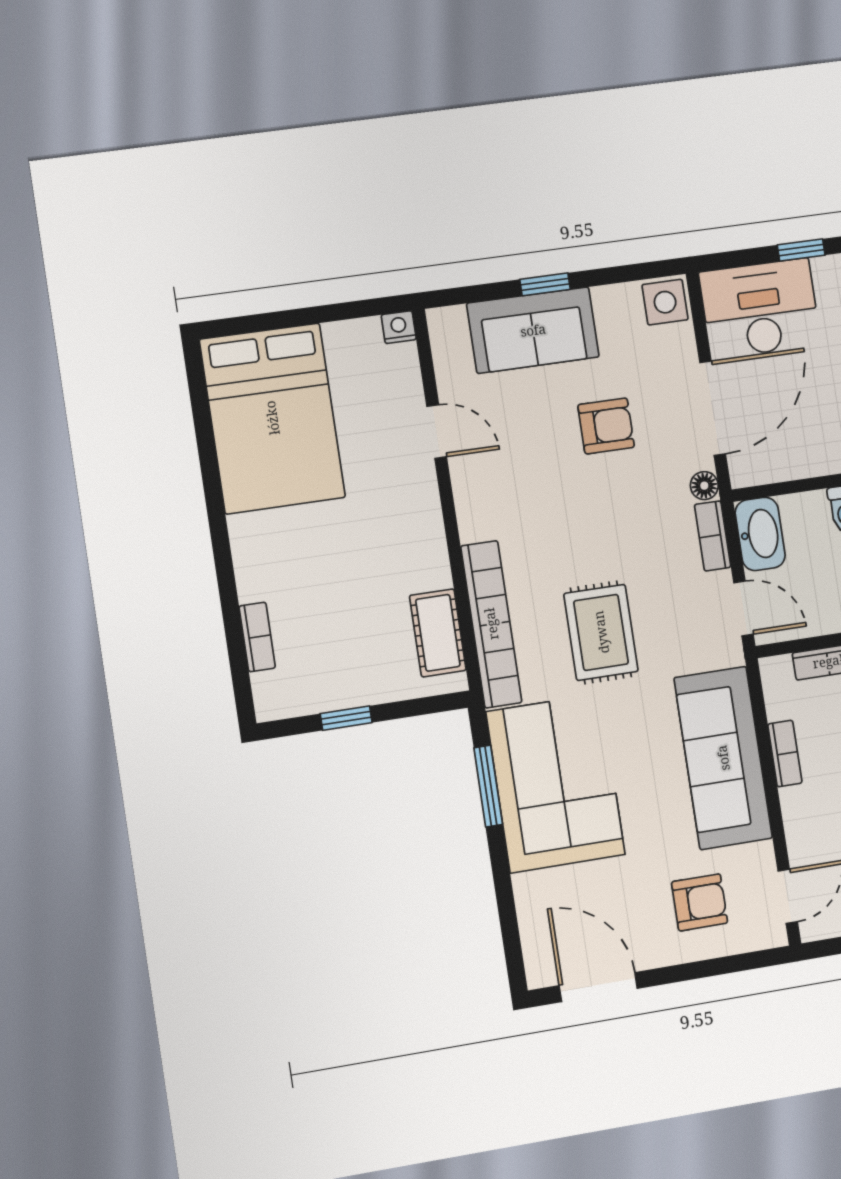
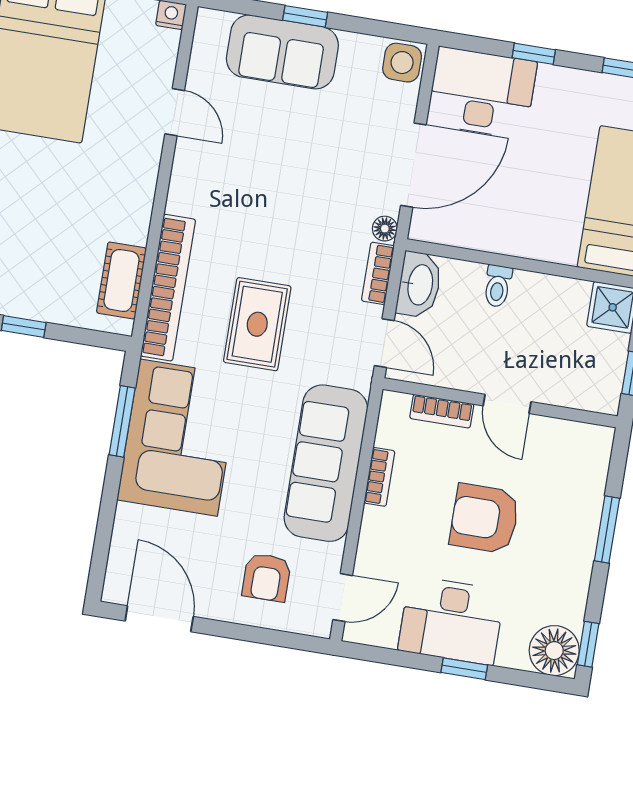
armchair: (606, 426) -> (318, 152), removed
armchair: (700, 902) -> (267, 577), turned 90

